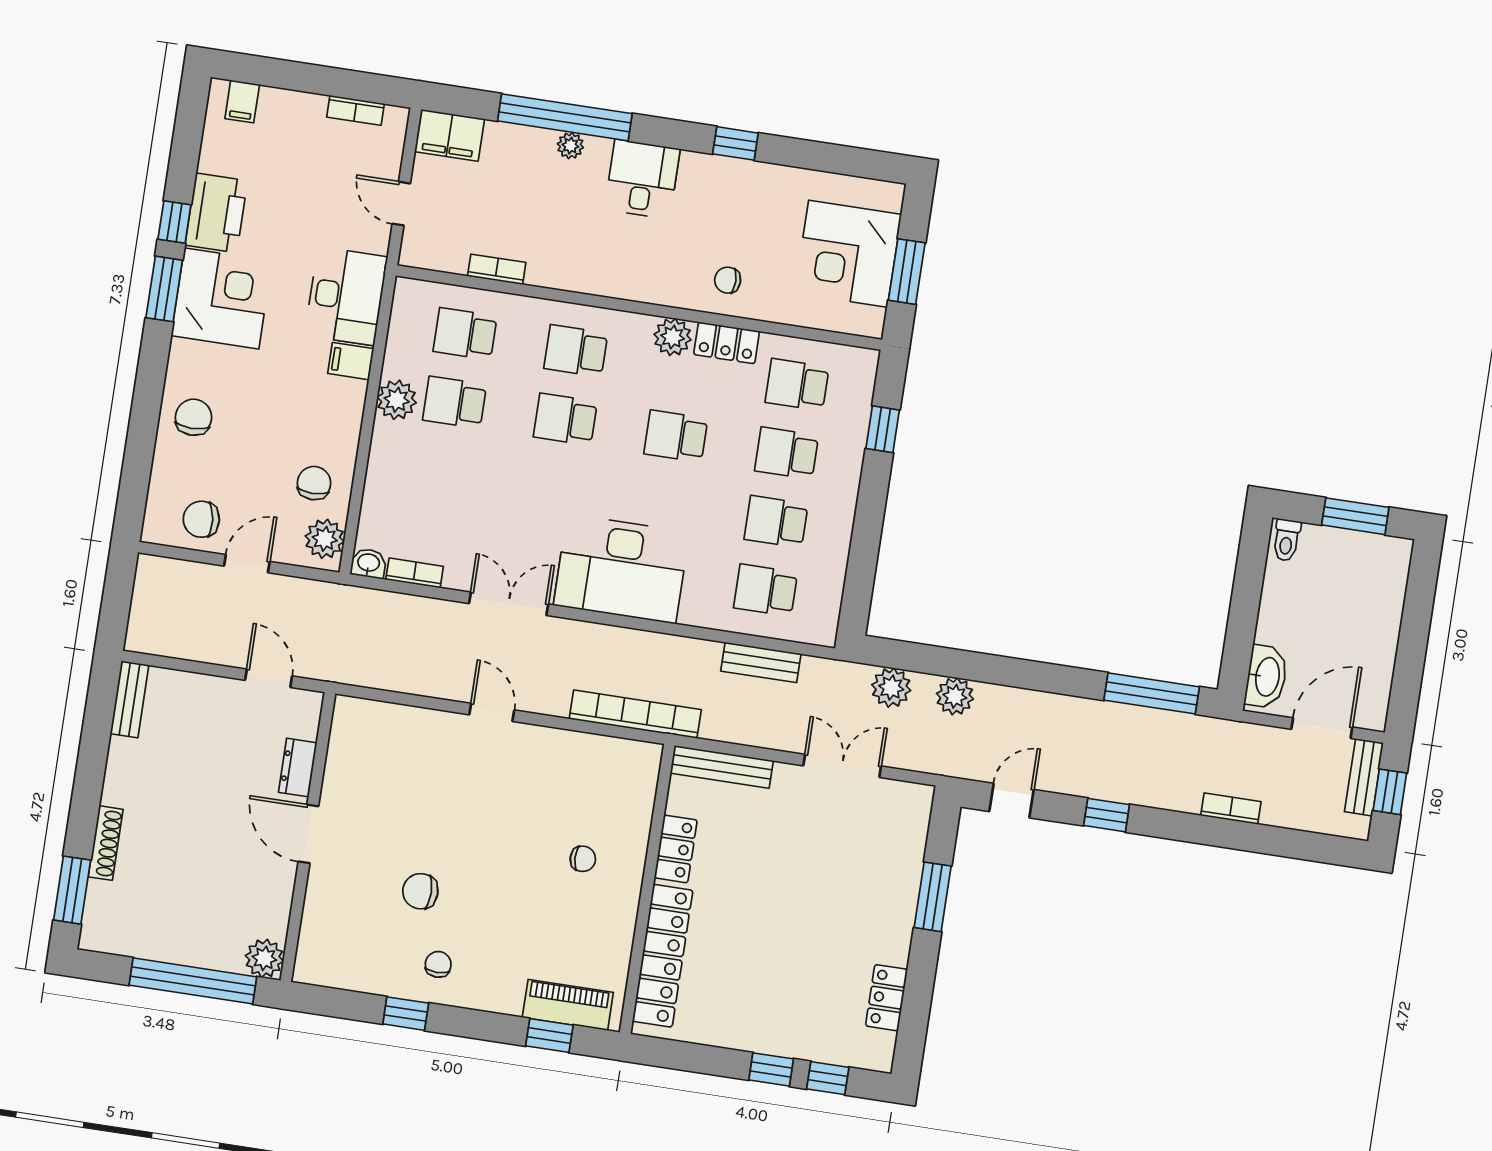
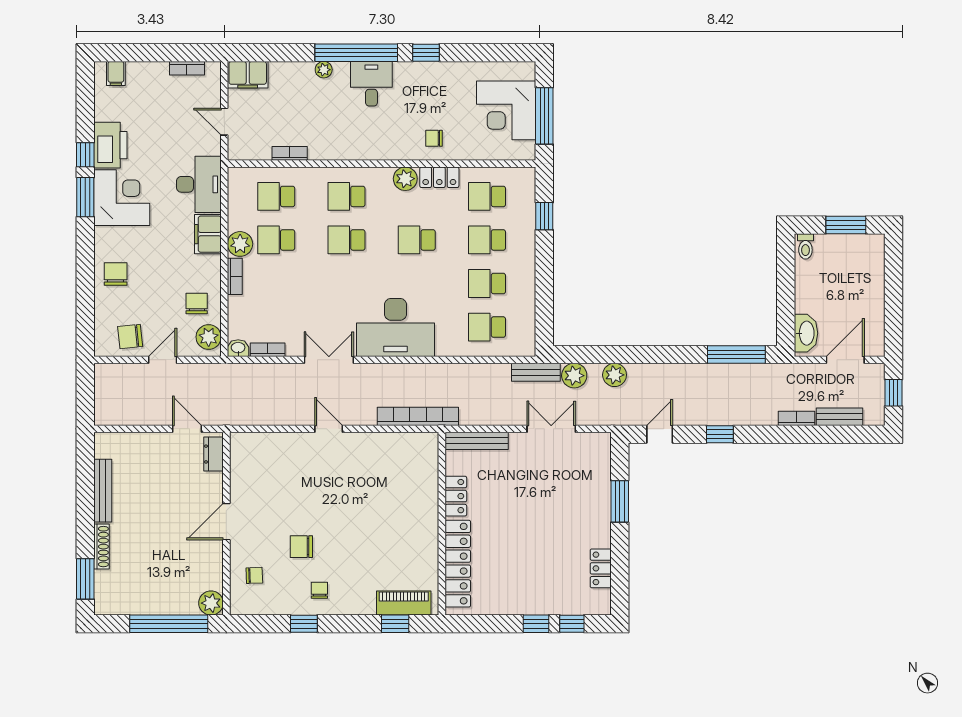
window: (565, 117) -> (356, 53), moved
window: (907, 272) -> (544, 116), width x1.44
filing cabinet: (351, 361) -> (208, 234), width x2.00
bookcase: (381, 450) -> (235, 276), added
bench: (761, 662) -> (536, 372), moved
bench: (129, 699) -> (103, 491), moved, width x1.36
dresser: (298, 768) -> (214, 454), moved
bench: (1364, 777) -> (840, 417), moved, turned 90
door: (308, 834) -> (226, 522), hinge flipped
chair: (583, 859) -> (254, 575), moved

